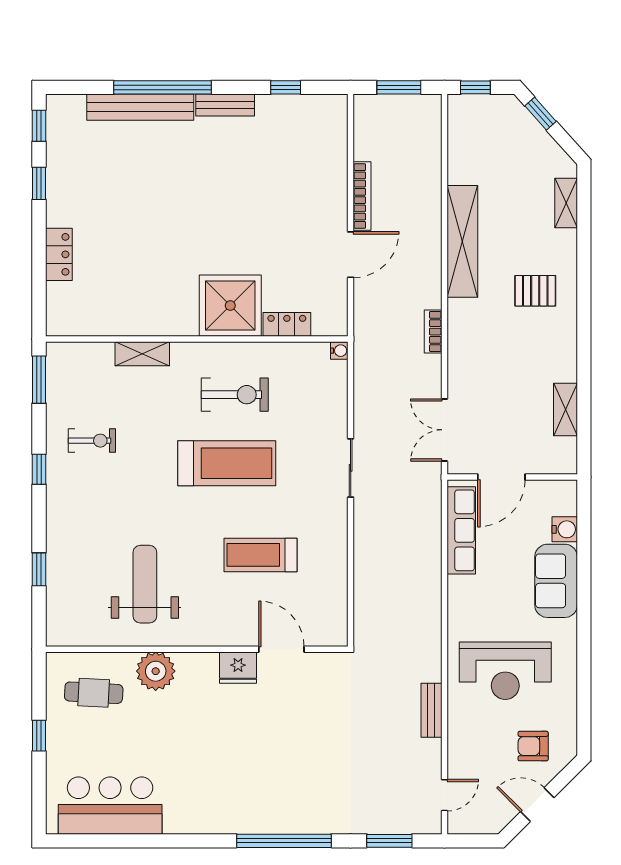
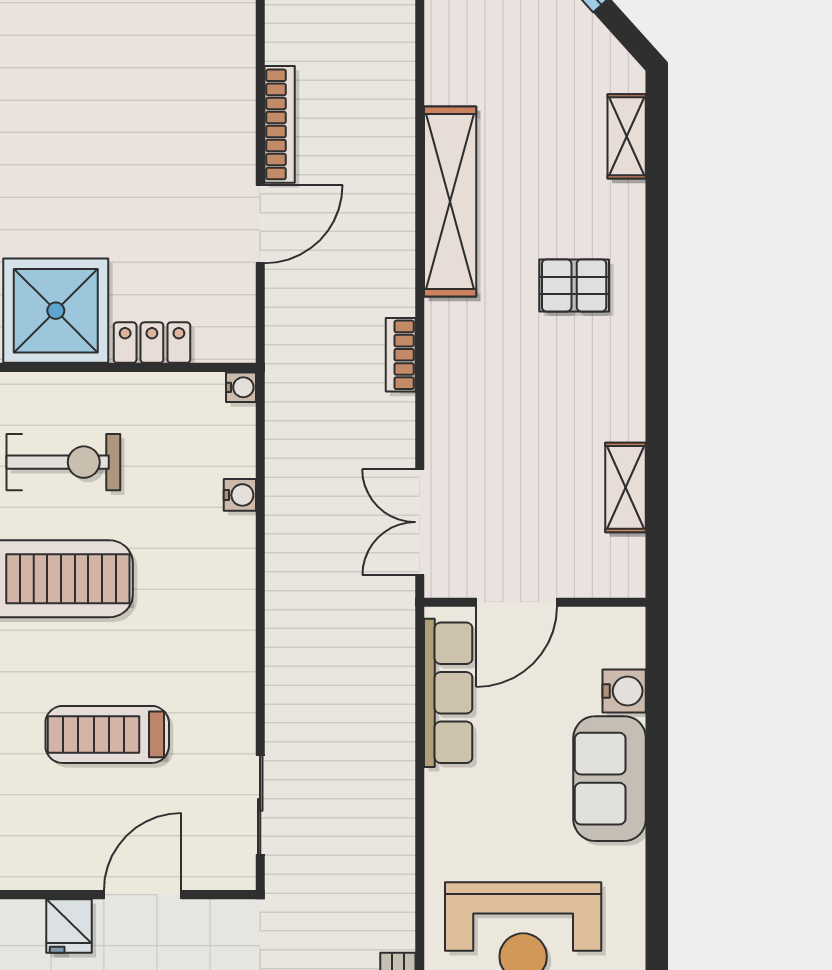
water cooler: (339, 414) -> (240, 495), added
sliding door: (351, 468) -> (260, 805), moved
door: (281, 649) -> (143, 895), hinge flipped
fridge: (238, 668) -> (69, 926), width x0.72

